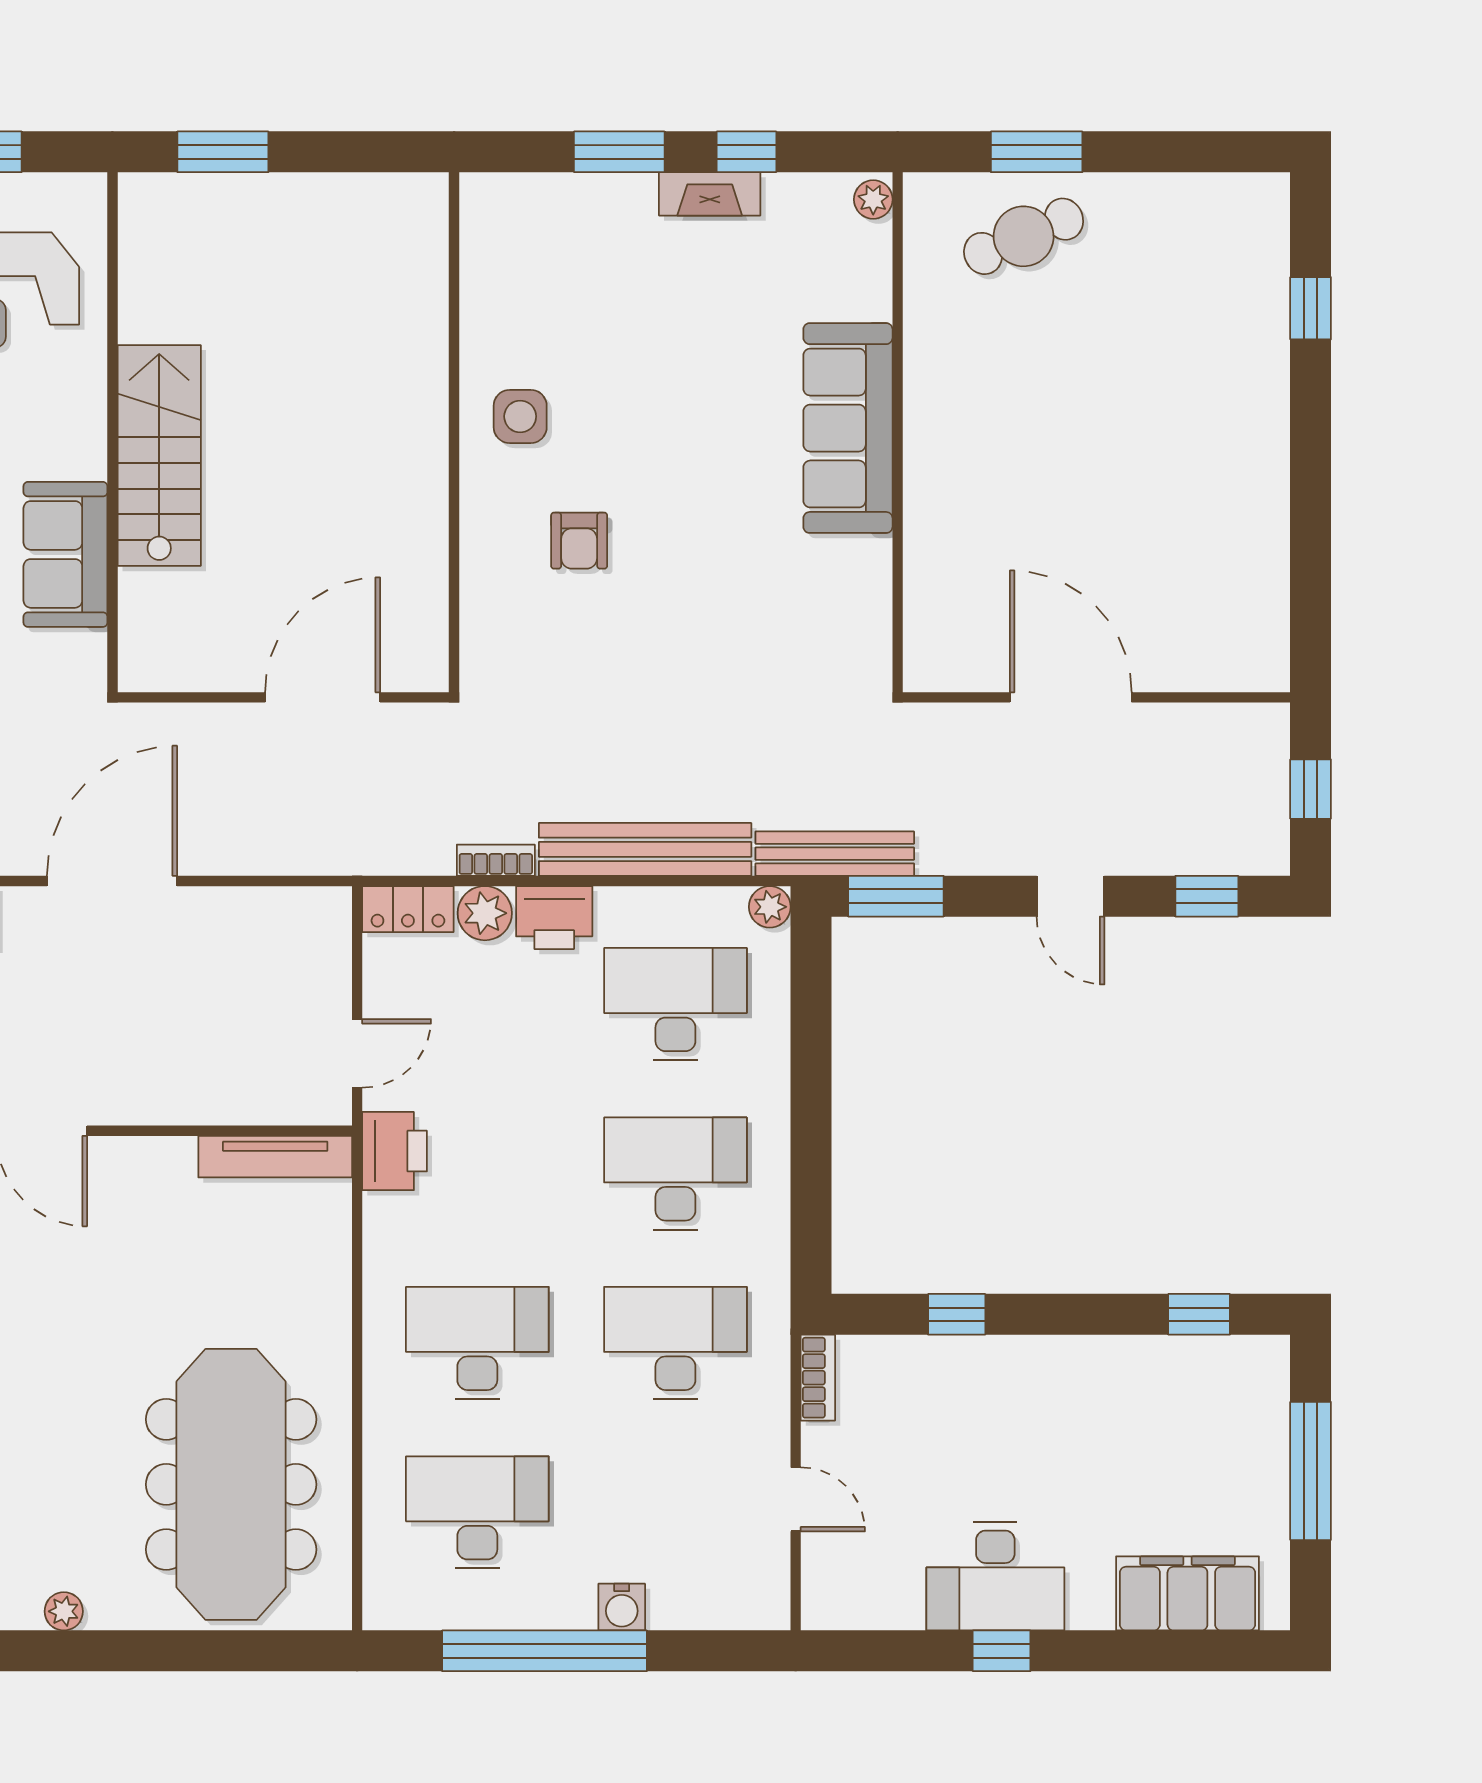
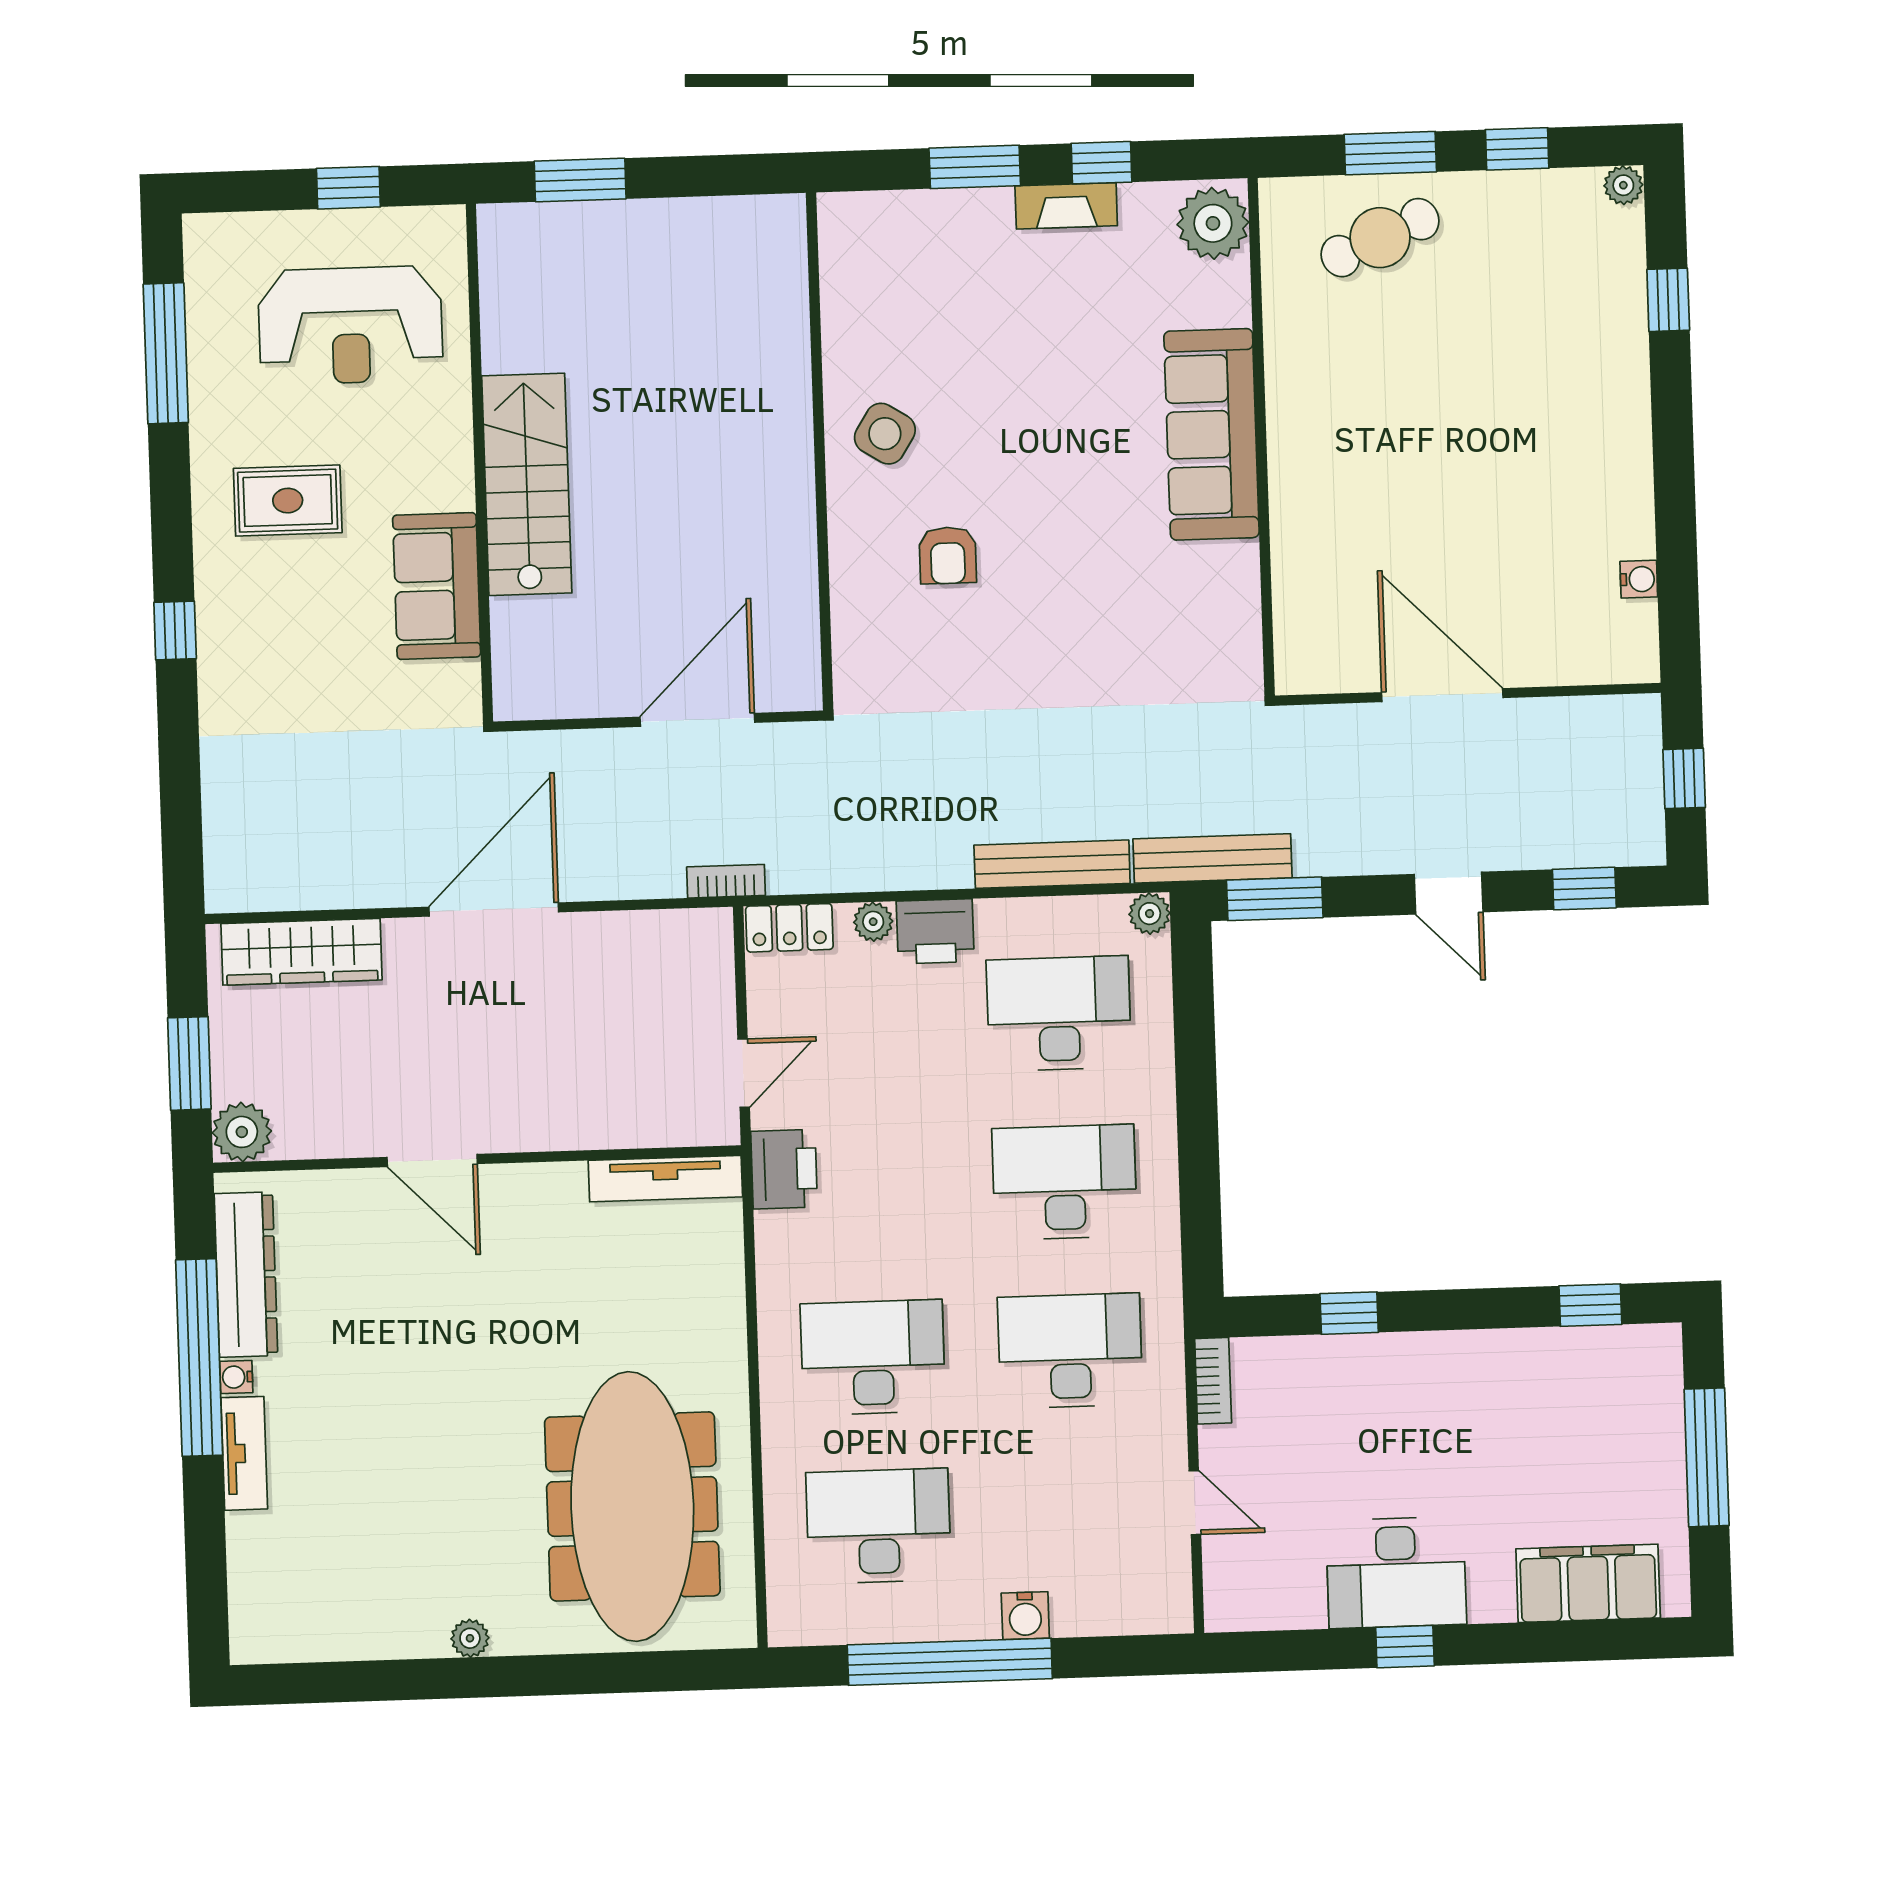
window: (1164, 152) -> (1517, 149), added
plant: (1269, 192) -> (1623, 185), added
plant: (873, 199) -> (1213, 223), width x1.88, depth x1.88
side table: (520, 416) -> (885, 434), turned 32
water cooler: (1272, 588) -> (1639, 579), added
bench: (645, 849) -> (1052, 864), width x0.73, depth x0.82
bookcase: (496, 860) -> (726, 881), moved
plant: (485, 913) -> (873, 922), width x0.73, depth x0.73

